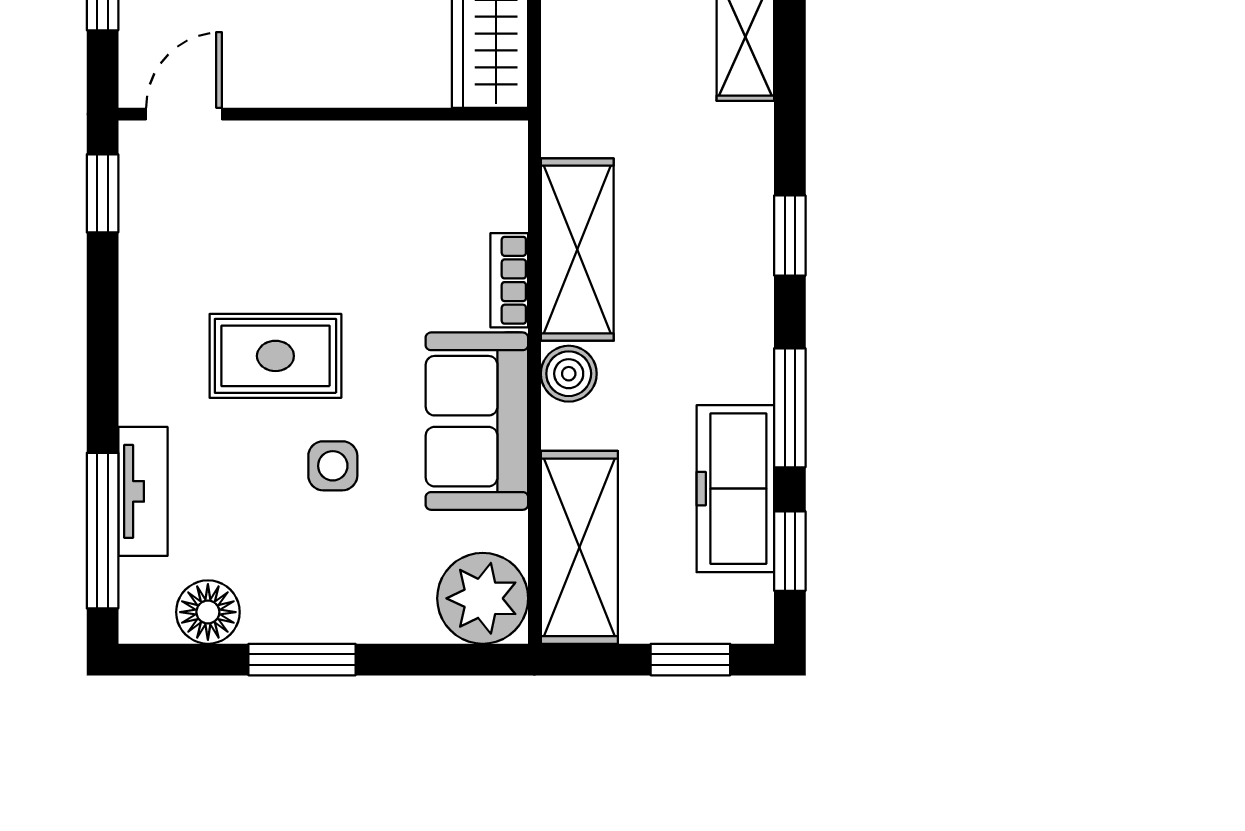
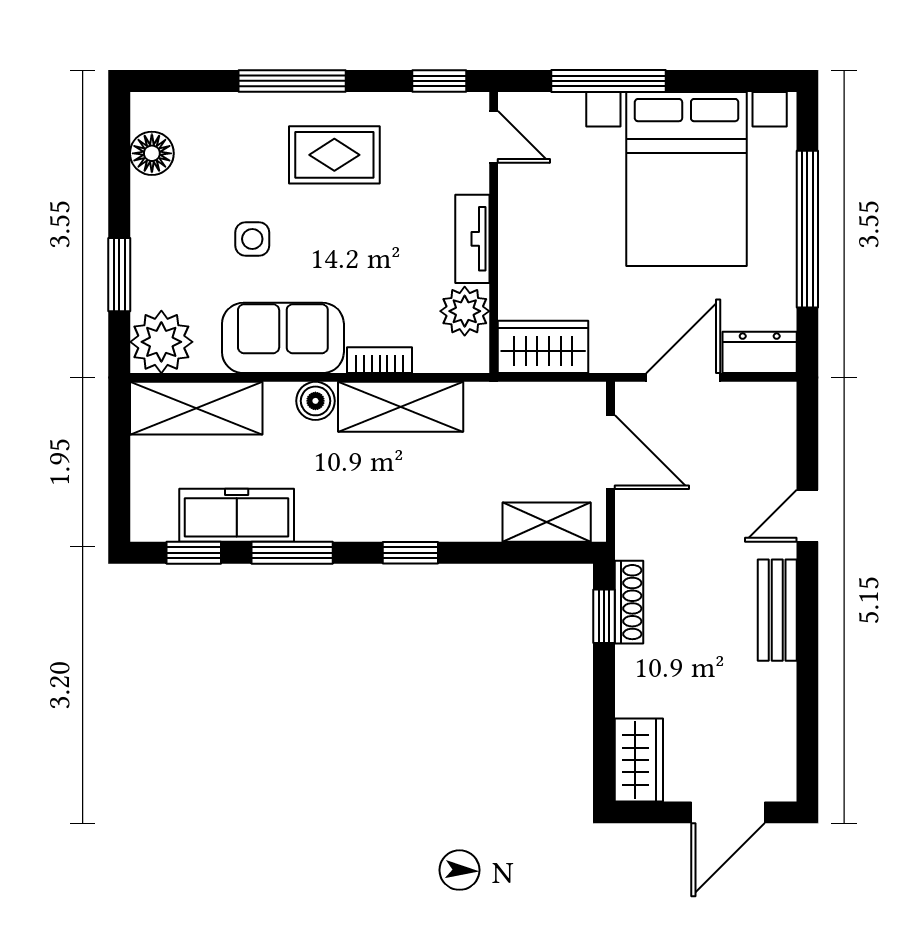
plant: (438, 156) -> (465, 311), added
rug: (275, 356) -> (334, 155), moved, turned 90
tv unit: (143, 491) -> (472, 239), moved, turned 90
window: (103, 531) -> (292, 81), moved
window: (302, 660) -> (119, 275), moved
window: (690, 660) -> (119, 484), removed

